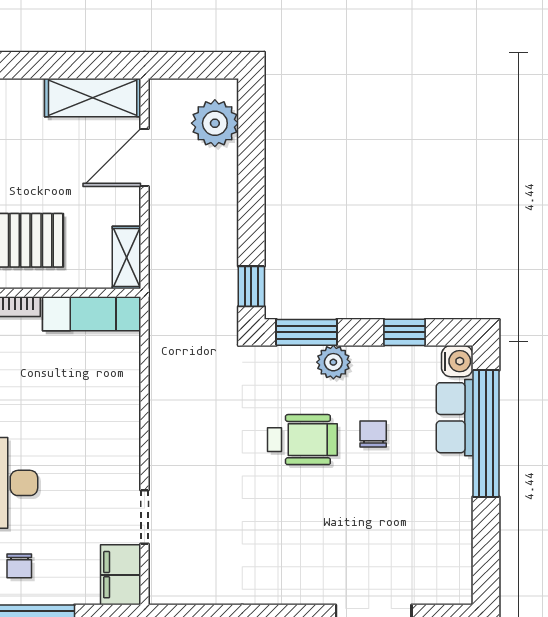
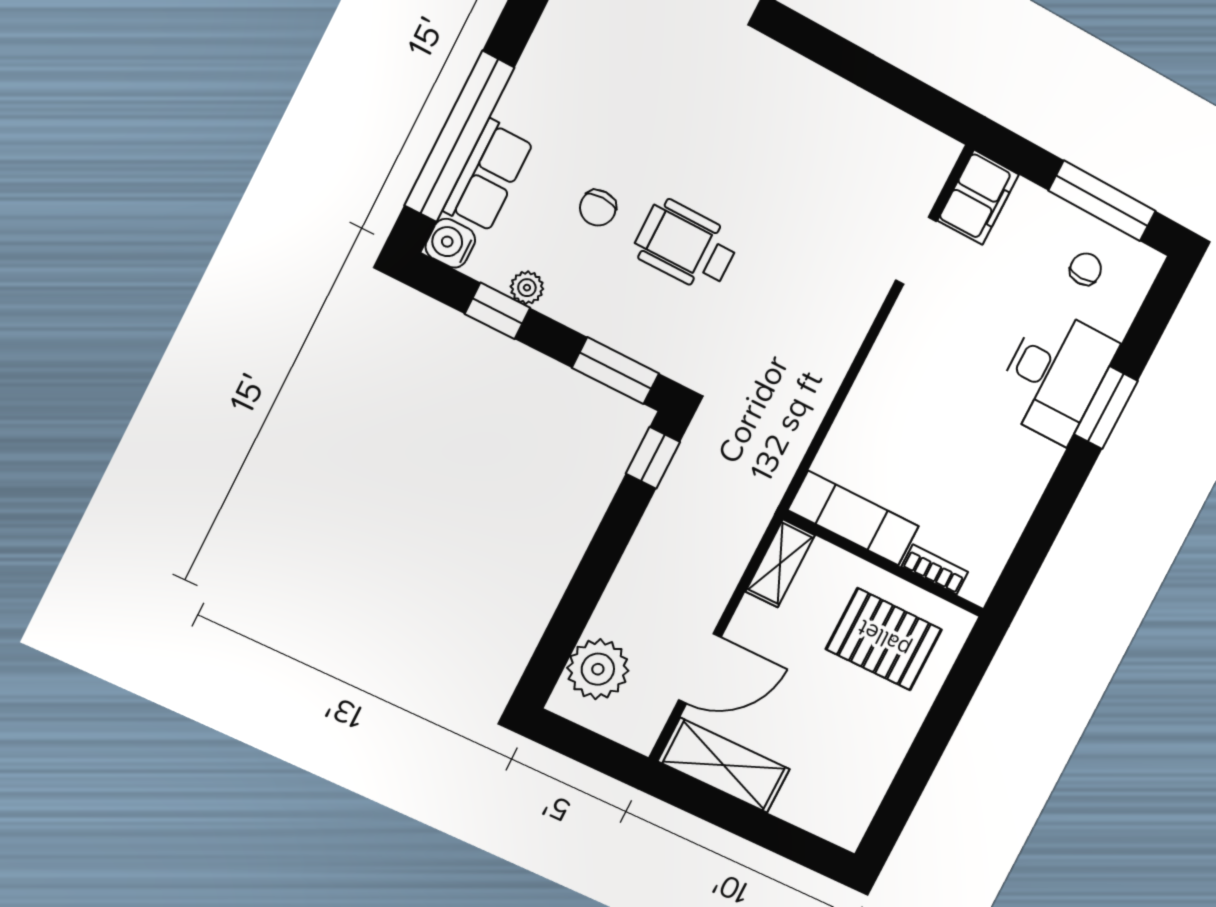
plant: (333, 362) -> (527, 288), moved, width x0.73, depth x0.73

